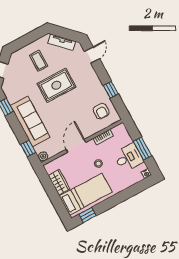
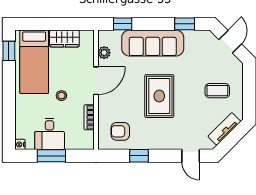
rug: (56, 85) -> (159, 96), moved
door: (76, 146) -> (96, 81), hinge flipped
plant: (43, 156) -> (104, 53), moved

